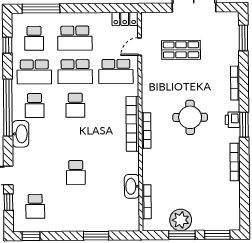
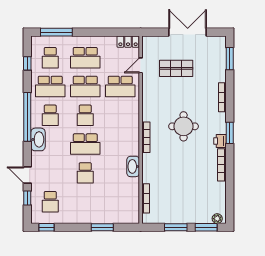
printer: (233, 120) -> (220, 141), moved
bookcase: (133, 124) -> (134, 132), removed
school desk: (76, 139) -> (85, 144), added
washbasin: (132, 186) -> (133, 166), moved
plant: (181, 220) -> (217, 219), moved, width x0.53, depth x0.53

